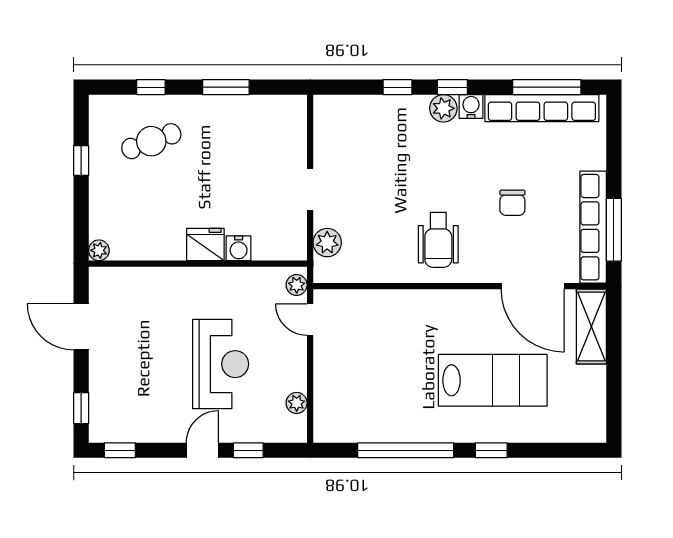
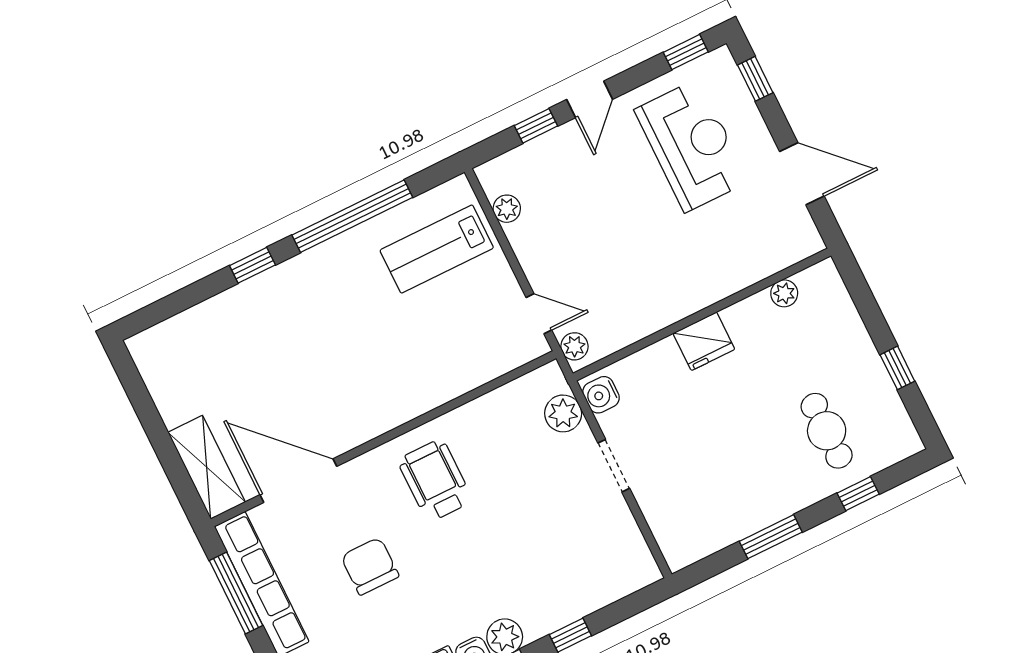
cafe table: (151, 141) -> (827, 431), turned -70
chair: (512, 203) -> (370, 566), width x1.37, depth x1.37
water cooler: (239, 248) -> (601, 395), moved, turned -90
plant: (99, 250) -> (784, 293), moved
reception desk: (221, 364) -> (692, 145), moved, turned 180
lab bench: (493, 380) -> (437, 249), moved, width x0.73, depth x0.72

